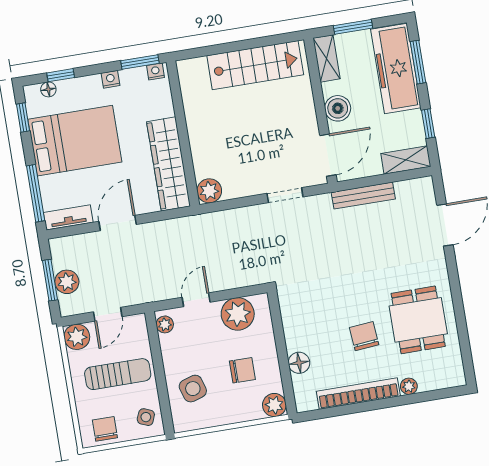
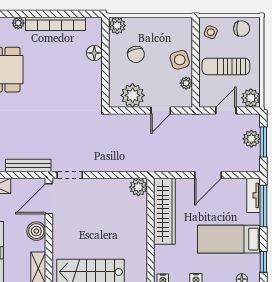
bed: (75, 141) -> (229, 239), width x0.67
doorway: (285, 195) -> (70, 175), moved
tv unit: (68, 217) -> (253, 195), moved, turned 90
plant: (165, 324) -> (186, 83), moved
chair: (364, 336) -> (44, 64), removed
chair: (242, 370) -> (136, 54), turned -105
side table: (193, 389) -> (180, 60), moved
chair: (105, 429) -> (242, 29), turned -90

